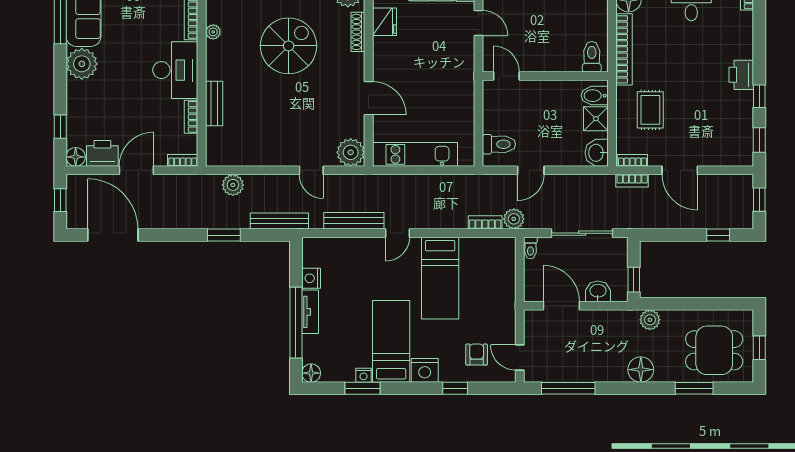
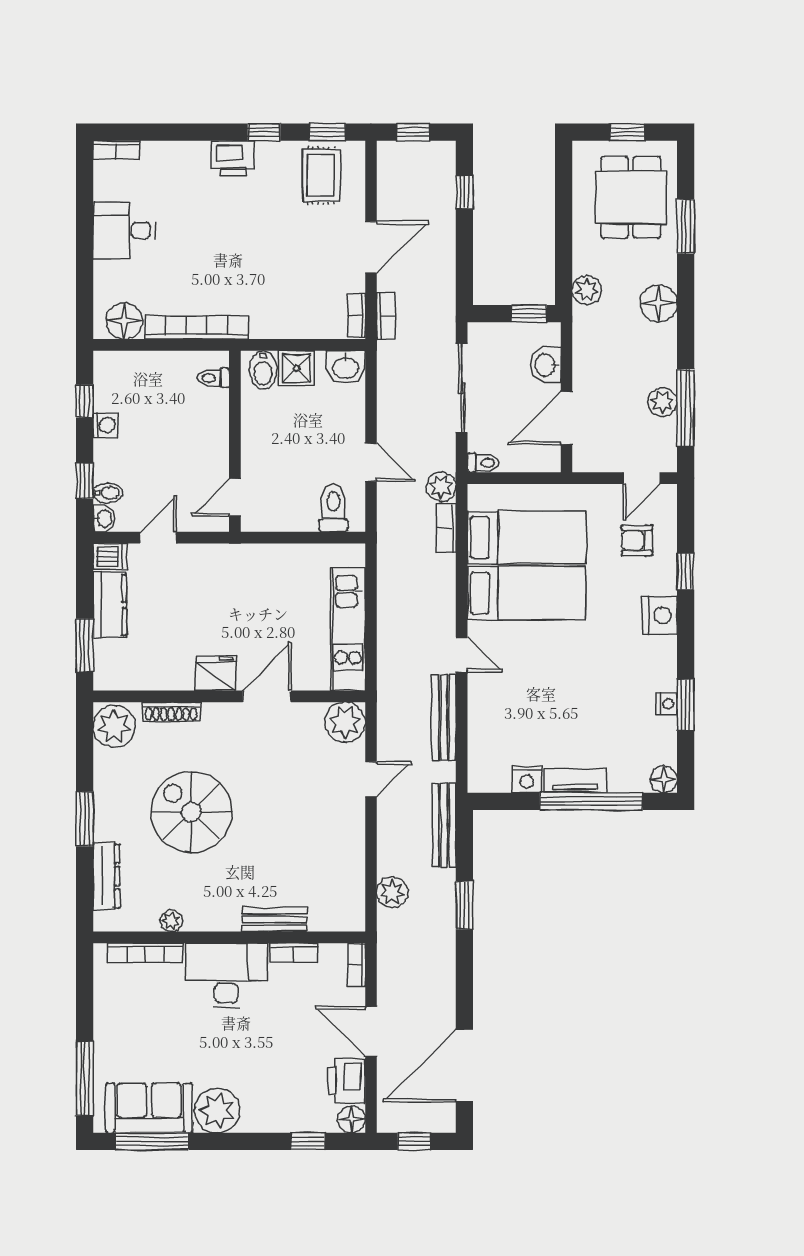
fridge: (384, 22) -> (216, 673), moved
toilet: (592, 57) -> (213, 378), width x0.73, depth x0.72
rug: (650, 110) -> (321, 175), moved, turned 90
bed: (391, 341) -> (527, 537), moved, turned 180
plant: (572, 372) -> (663, 402), added

